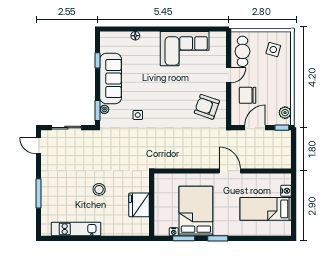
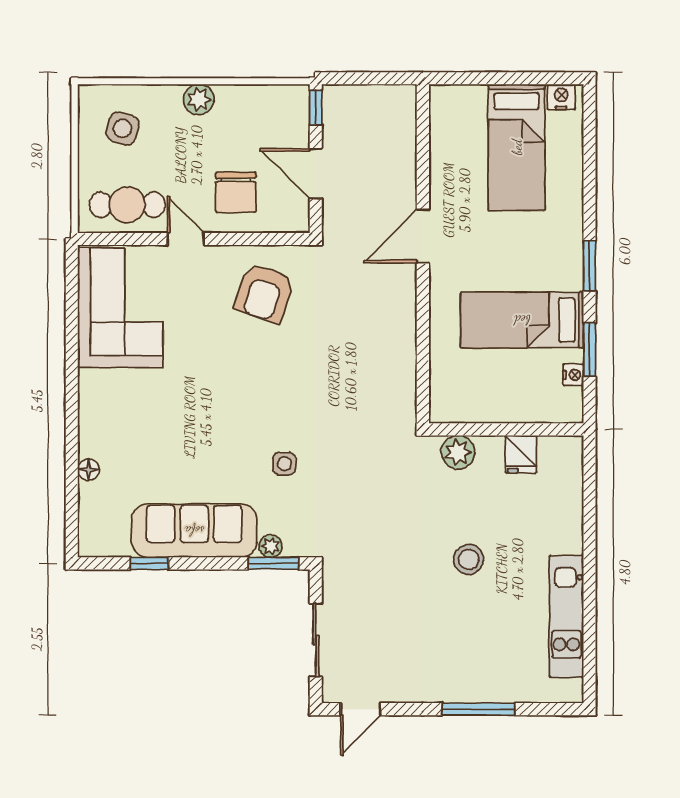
corner sofa: (185, 49) -> (120, 308), moved
plant: (285, 113) -> (199, 99), moved
plant: (142, 185) -> (458, 452), added
nightstand: (286, 191) -> (561, 97), moved
fridge: (139, 205) -> (521, 454), width x0.53, depth x0.75
bed: (196, 211) -> (522, 320), width x0.67

